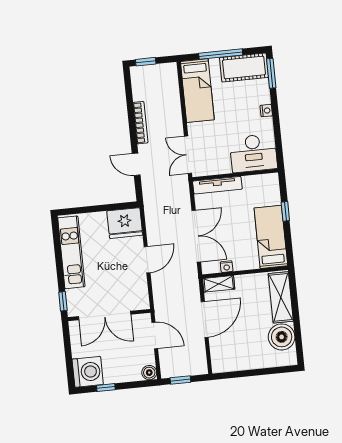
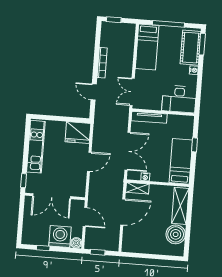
cot: (244, 67) -> (191, 48), moved, turned 90
washing machine: (88, 372) -> (60, 236), moved, turned -90

